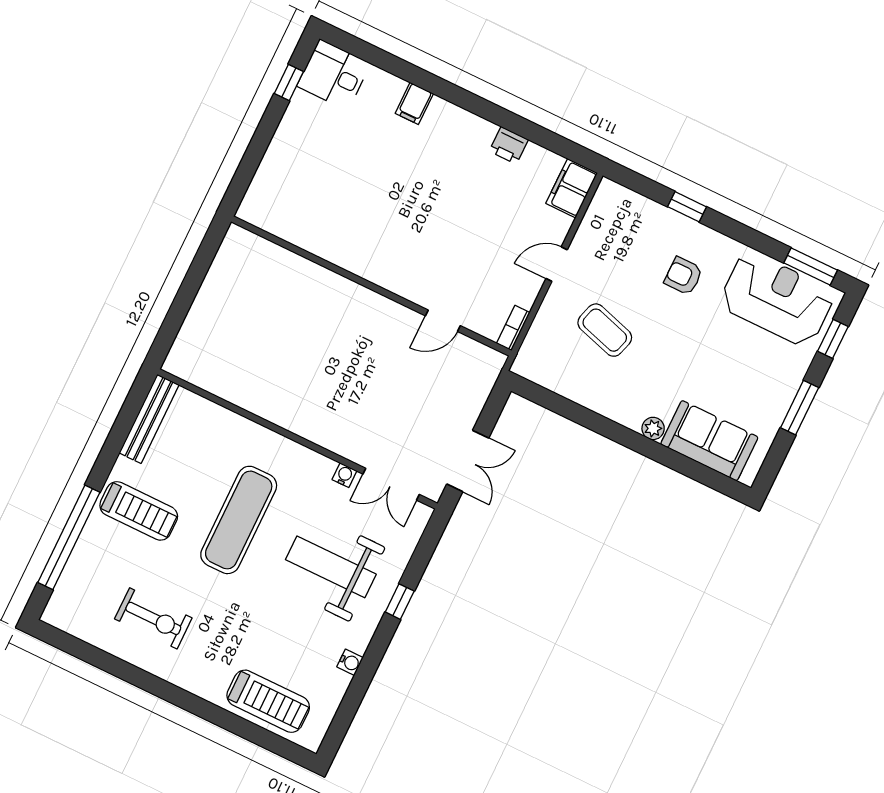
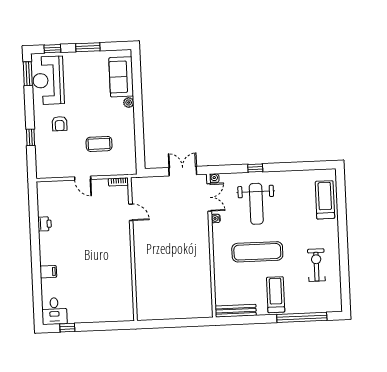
filing cabinet: (572, 188) -> (48, 189), removed
coffee table: (605, 330) -> (99, 144), turned 73
water cooler: (350, 662) -> (214, 178), moved

